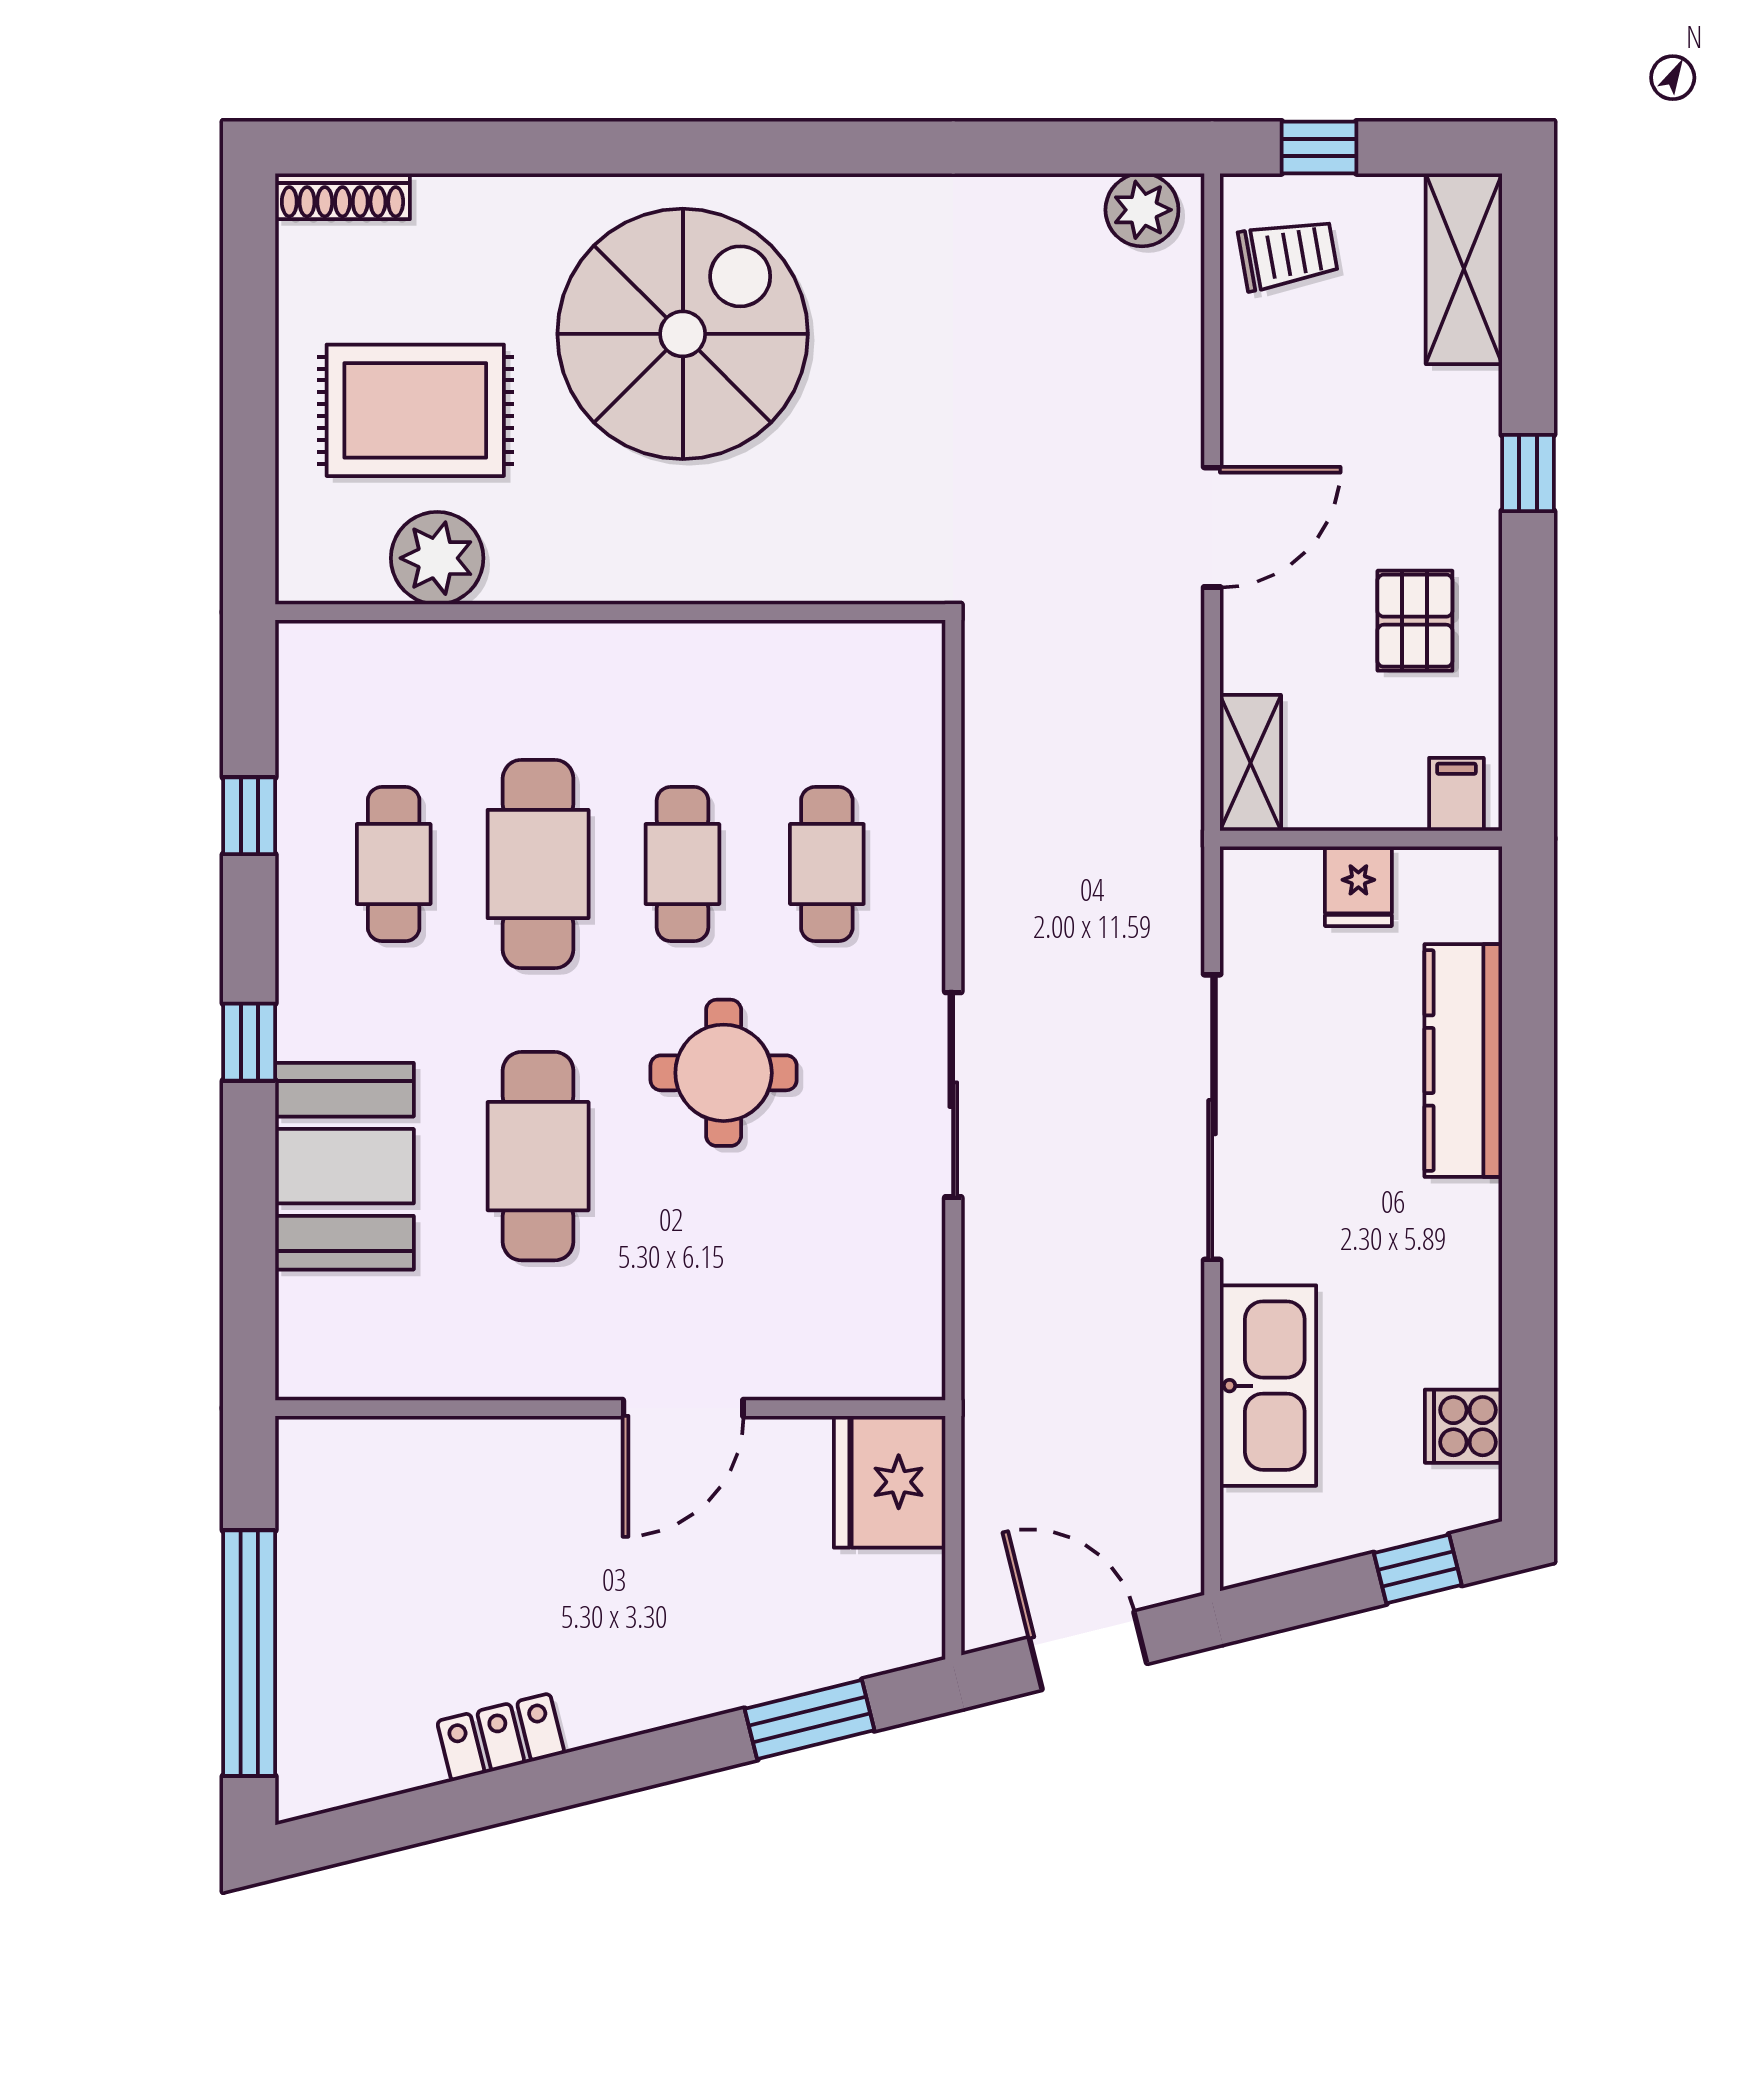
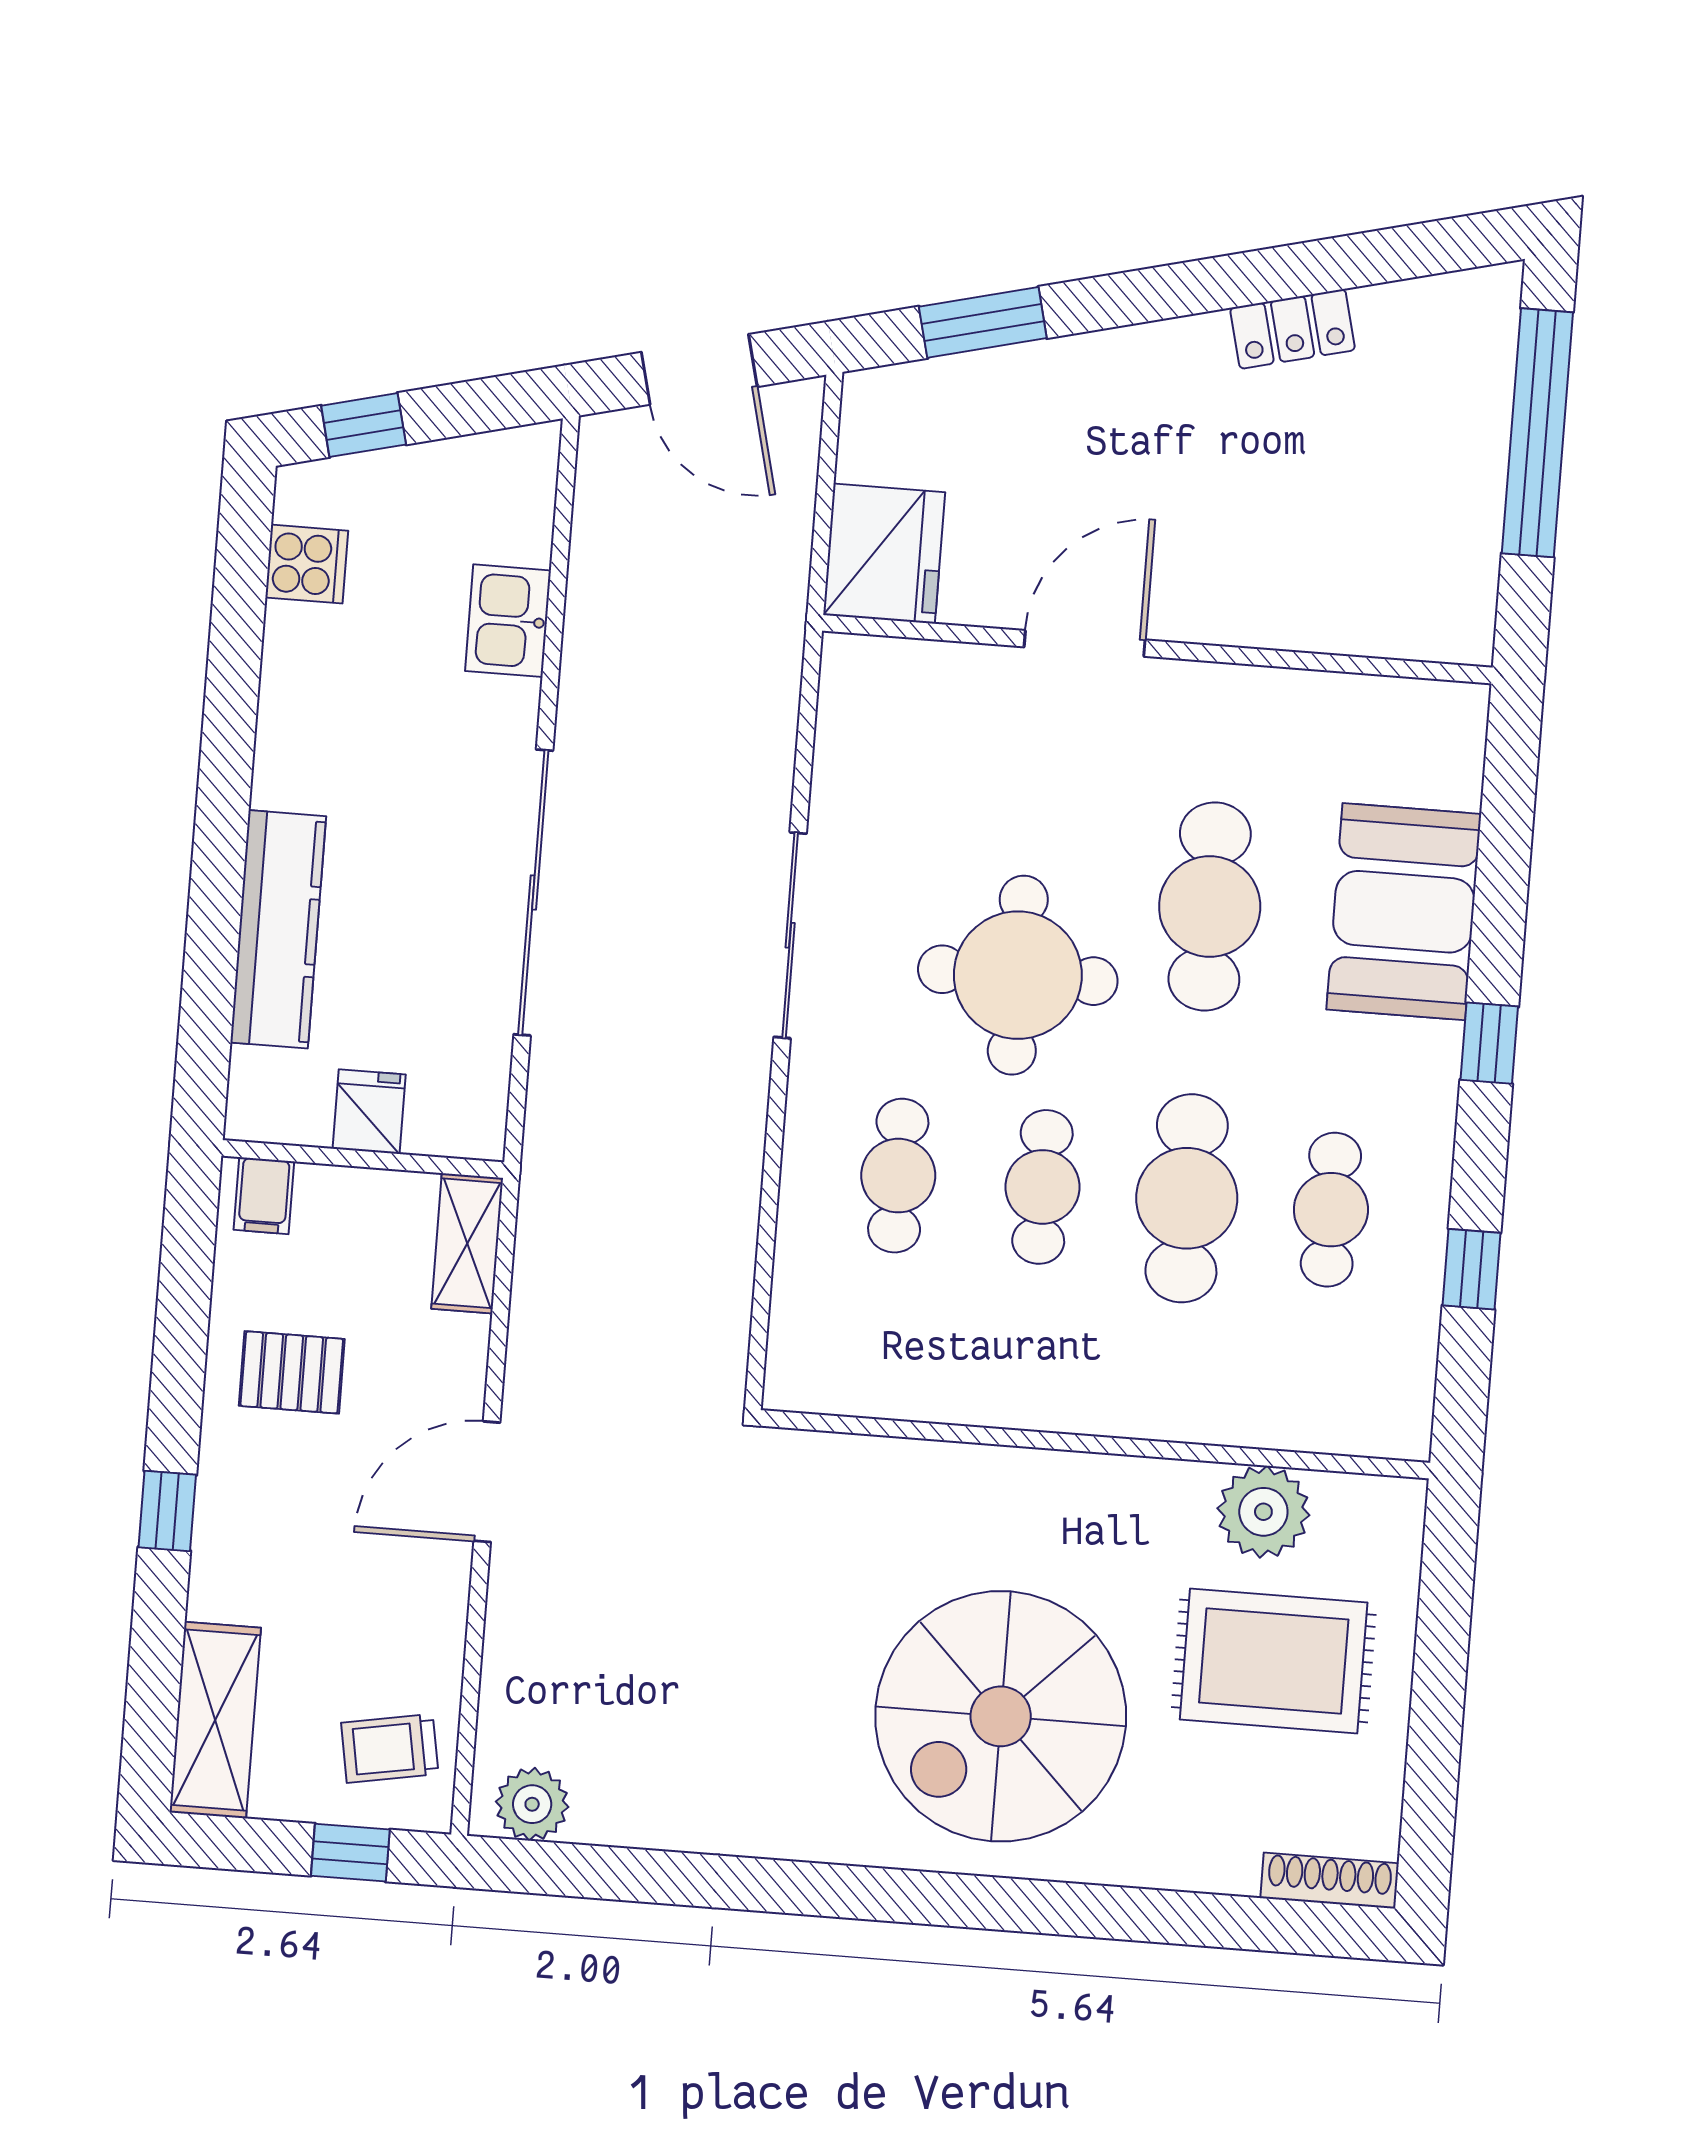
pallet: (1415, 621) -> (292, 1372), turned 90
round table: (724, 1073) -> (1018, 975), width x1.36, depth x1.36
kitchen sink: (1268, 1386) -> (508, 621), width x0.53, depth x0.81

